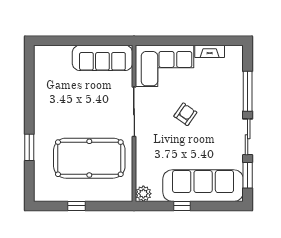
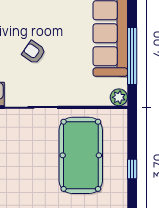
window: (182, 206) -> (132, 56), width x3.17

